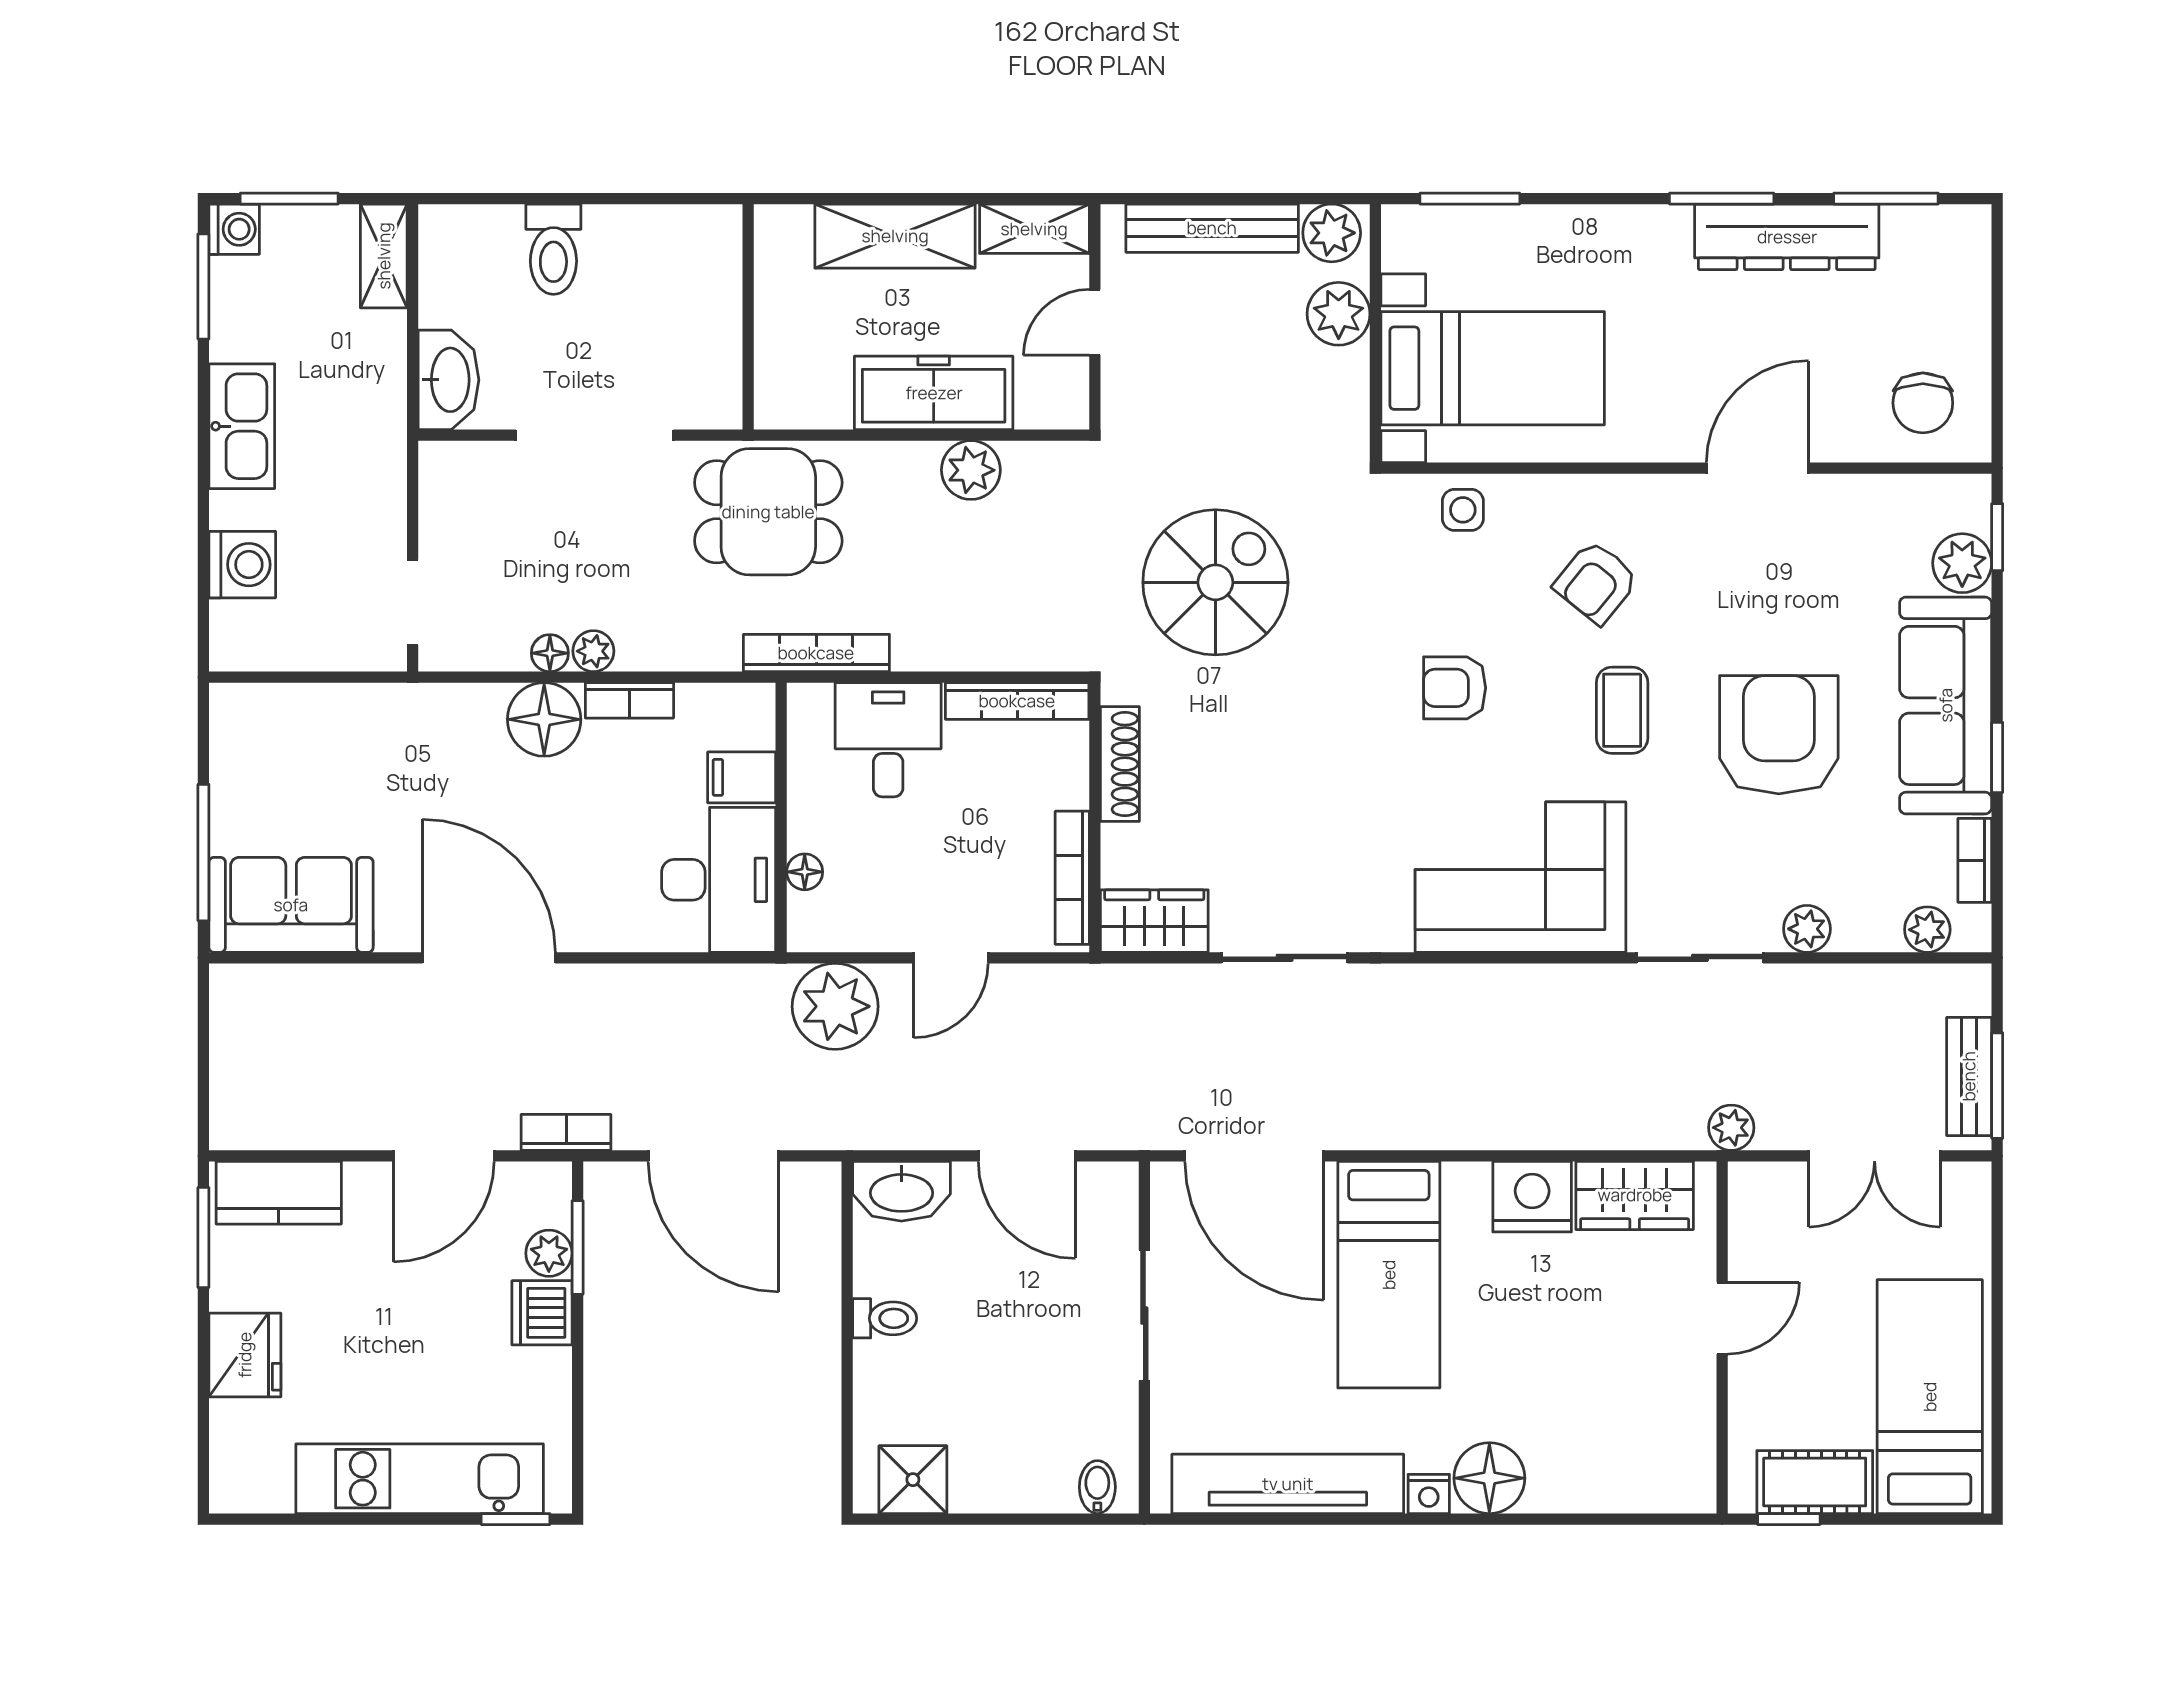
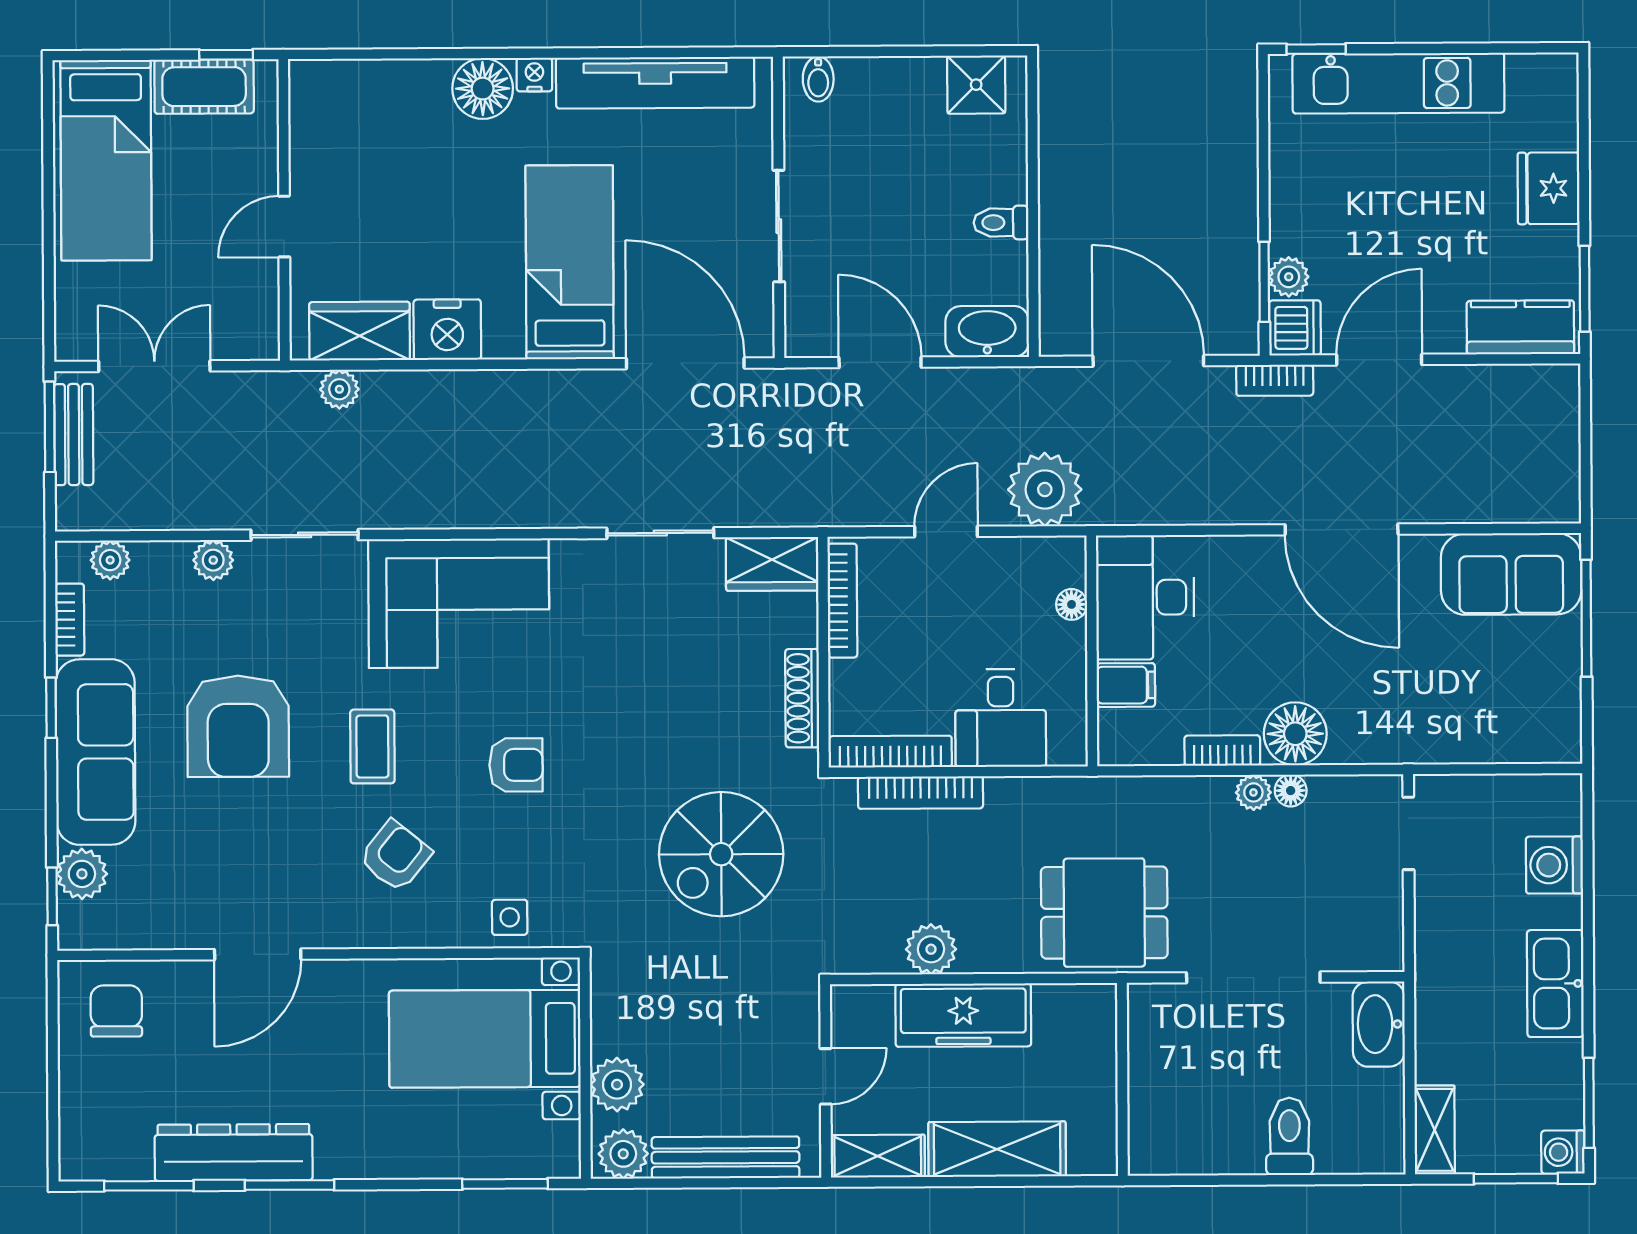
bookcase: (816, 653) -> (921, 793), moved
plant: (1731, 1128) -> (339, 389), moved
dishwasher: (542, 1313) -> (1295, 328), moved

